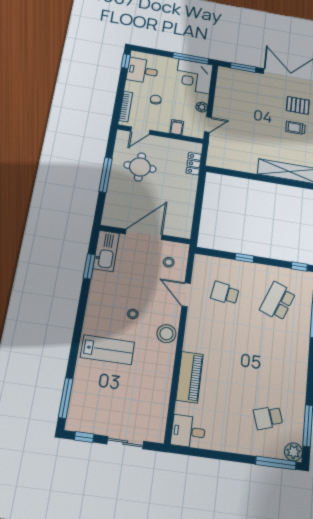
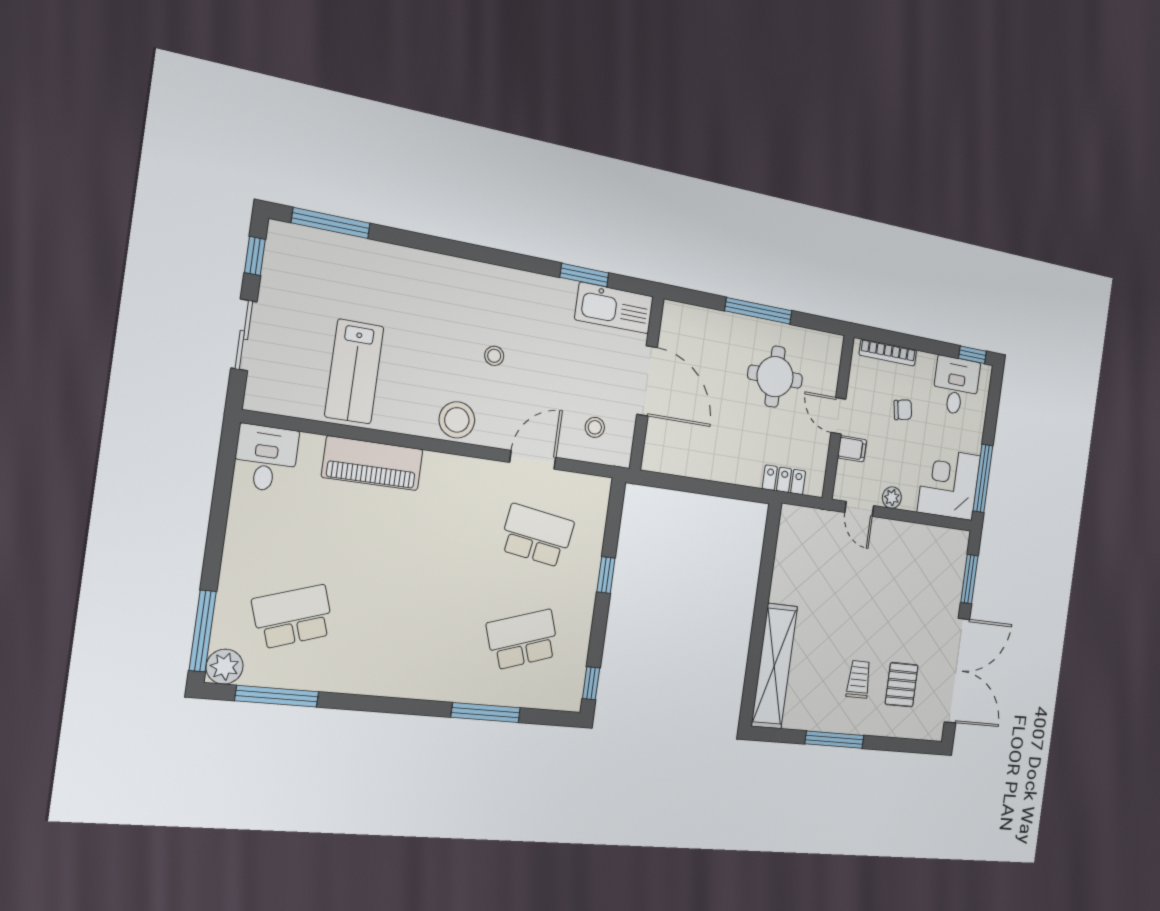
door: (140, 131) -> (838, 416), moved
school desk: (225, 293) -> (537, 536), width x1.85
school desk: (278, 301) -> (523, 639), turned -39
lab bench: (108, 350) -> (354, 372), moved
school desk: (268, 418) -> (293, 617), width x1.85

